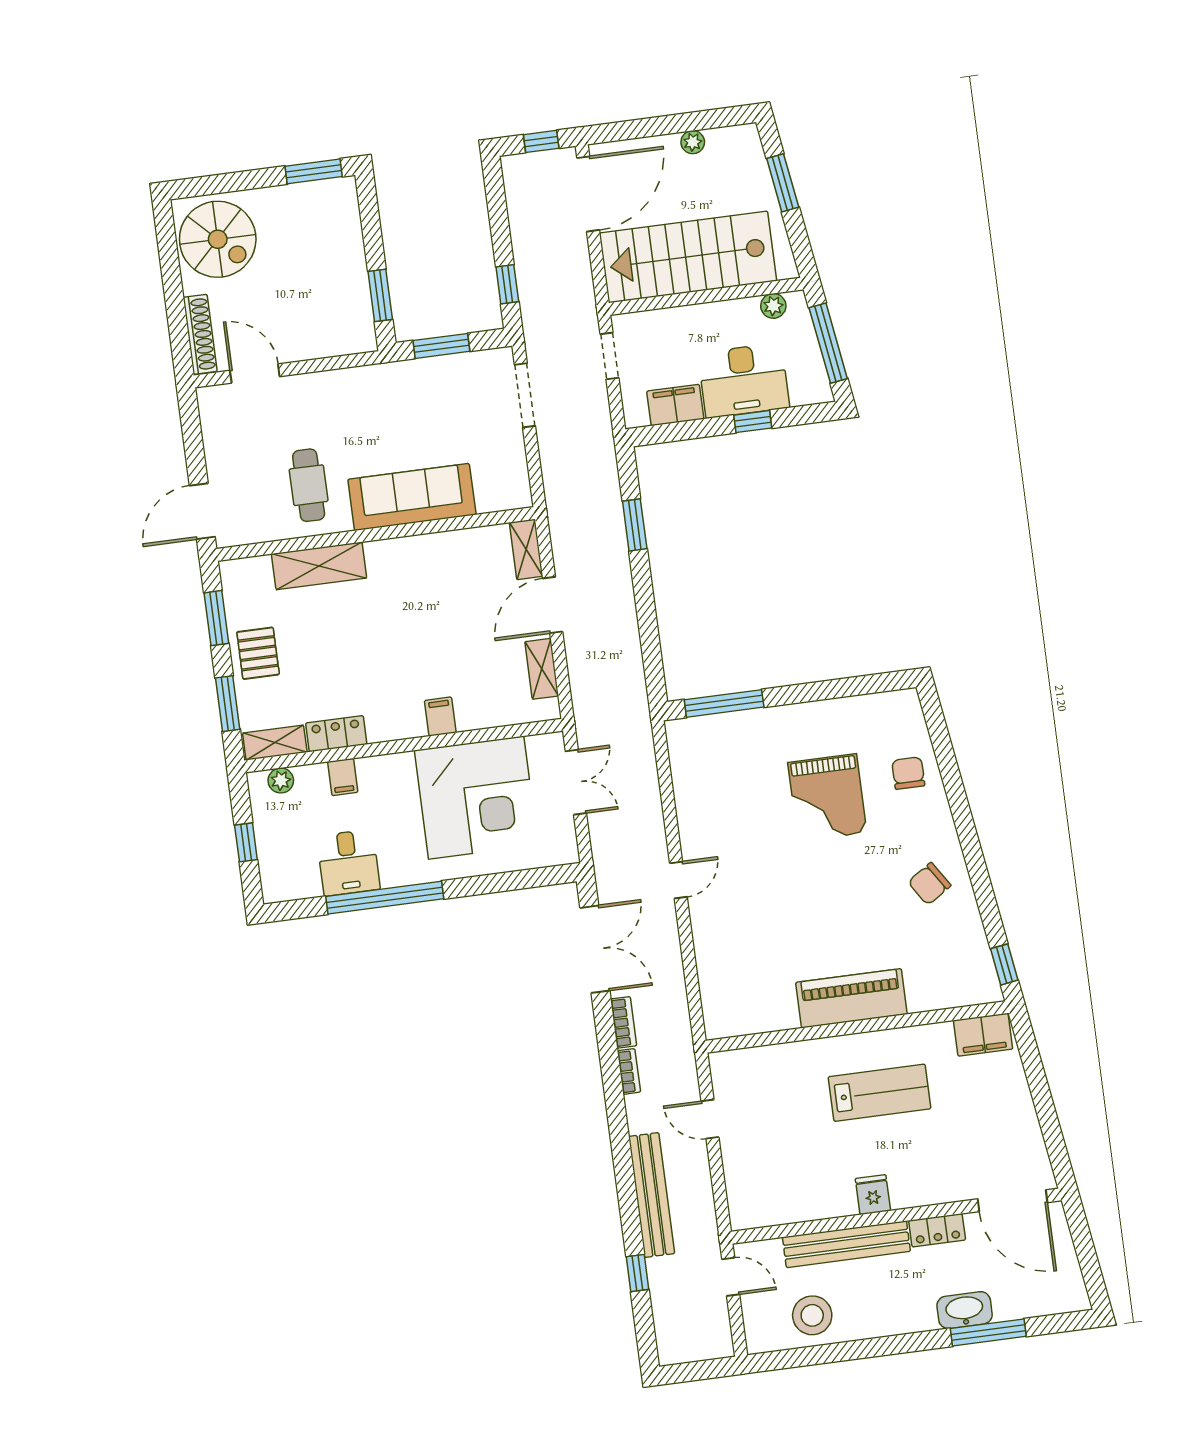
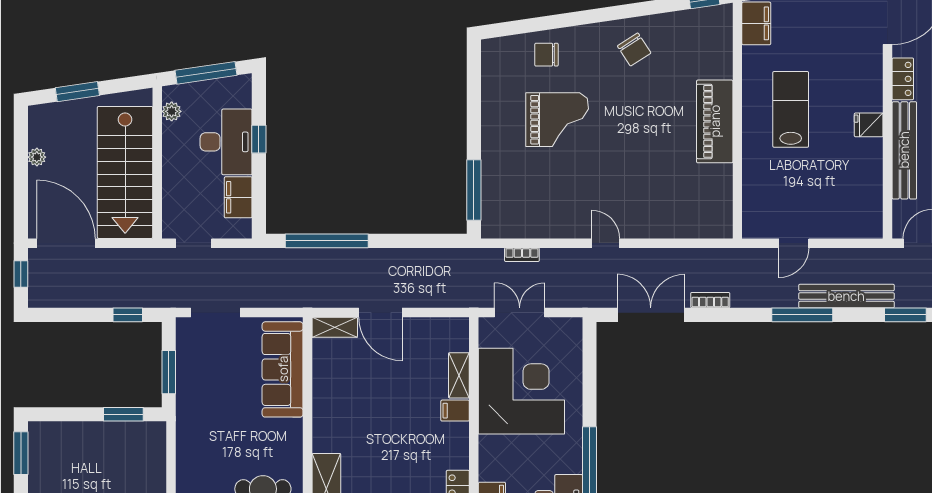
sofa: (412, 497) -> (283, 369), moved
window: (635, 525) -> (327, 241), width x2.11
shelving: (542, 669) -> (459, 375), moved, turned 90
bookcase: (629, 1071) -> (522, 255), moved, turned 180
window: (620, 1142) -> (802, 315), added
window: (637, 1273) -> (905, 315), width x1.50

